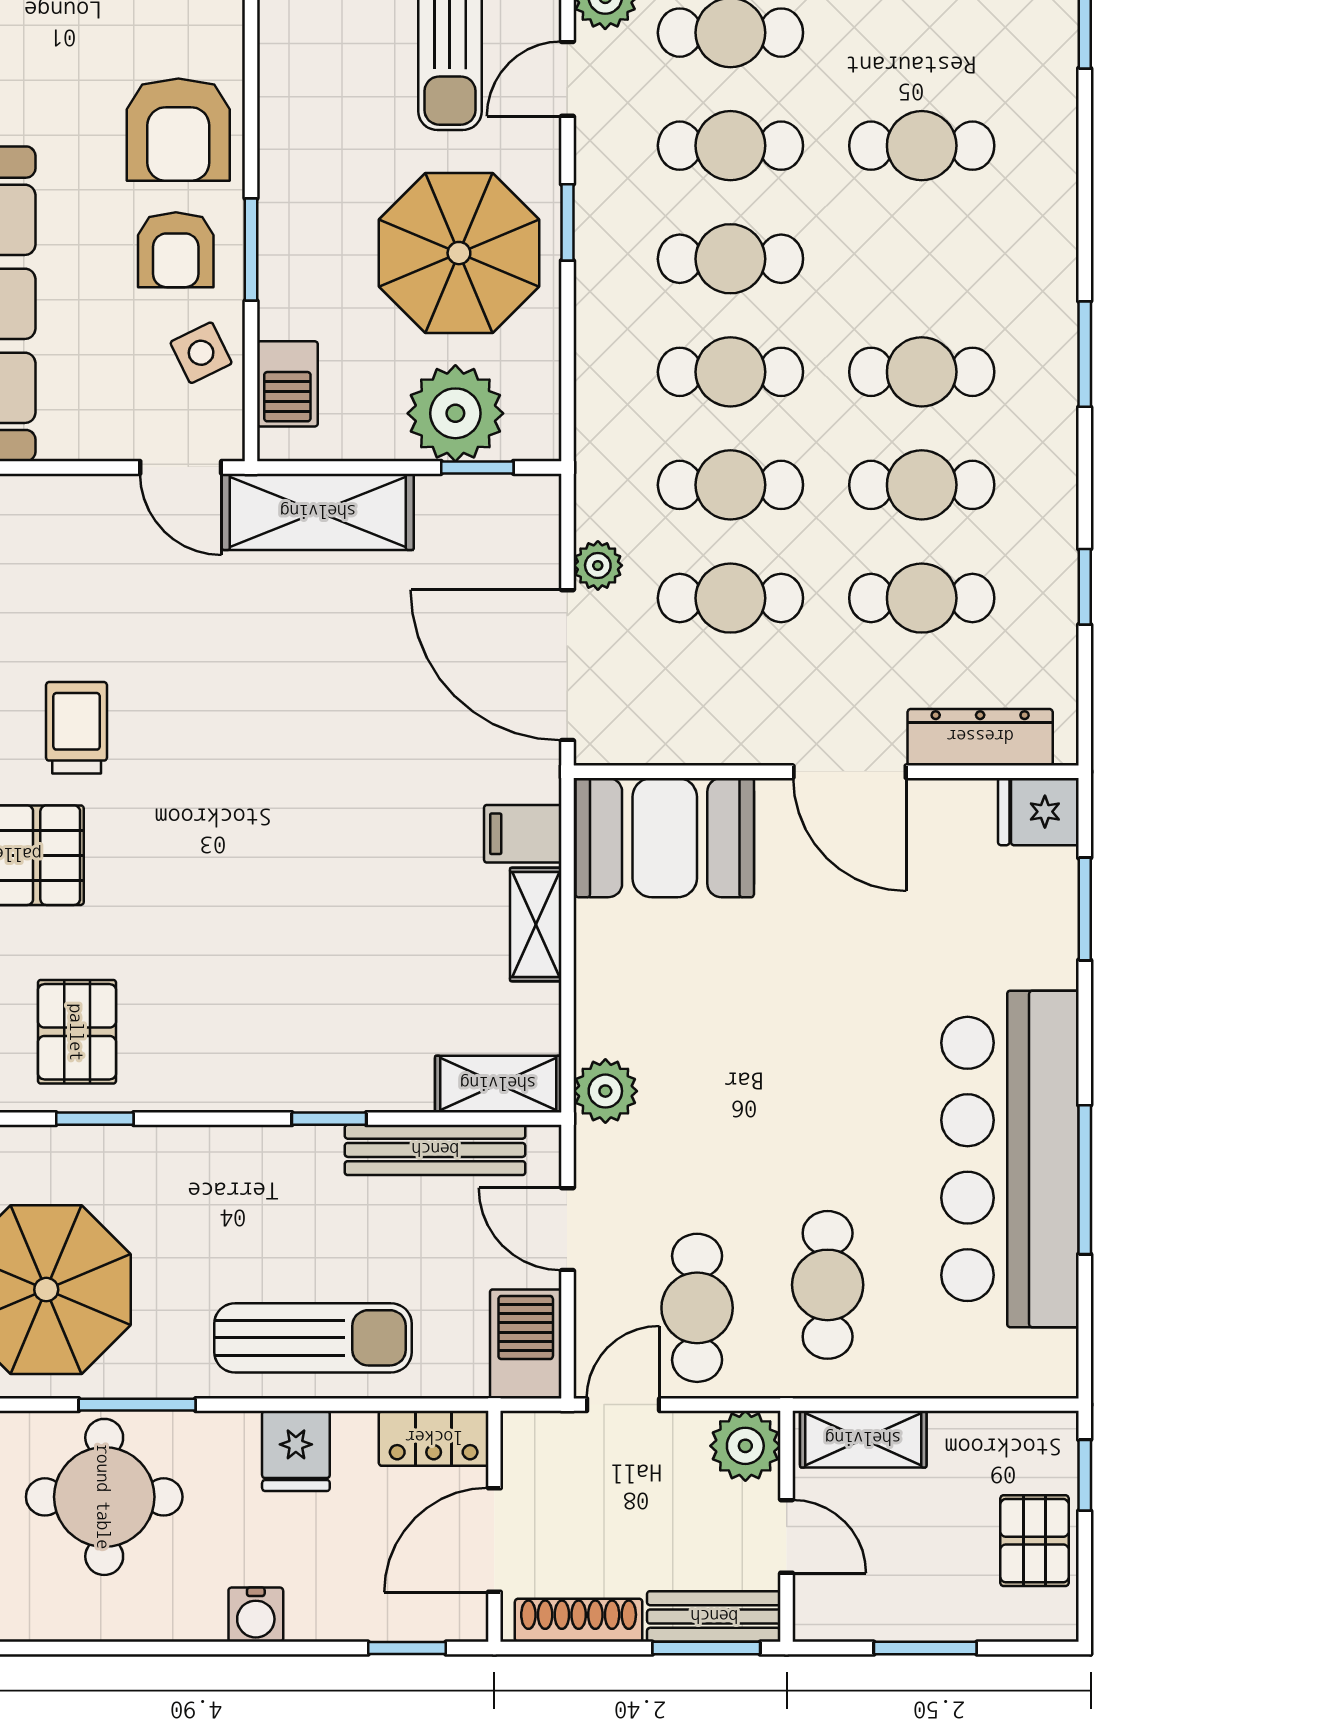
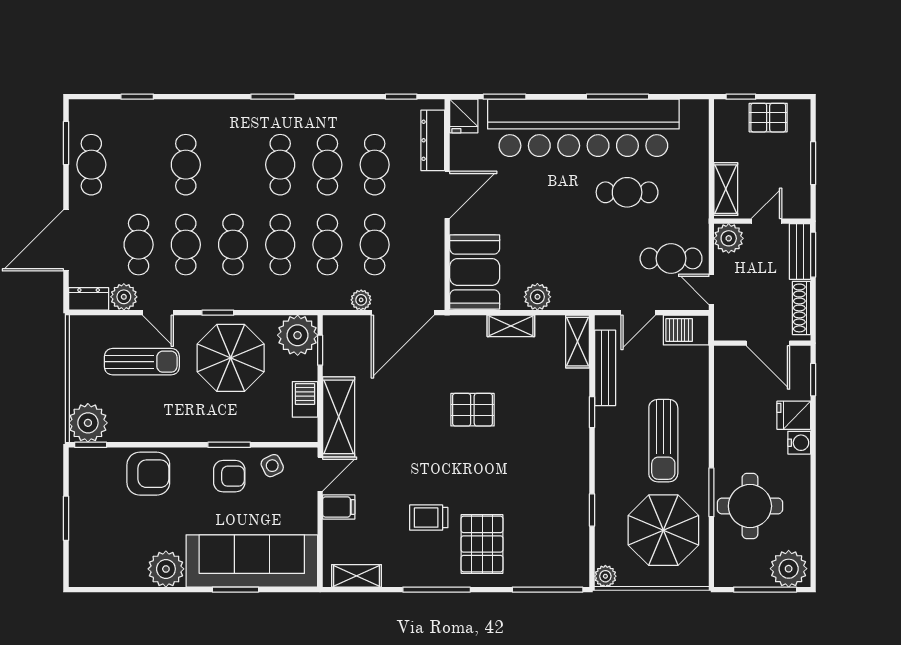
armchair: (178, 130) -> (148, 474), moved
barbecue: (287, 384) -> (305, 399), moved, turned -90
plant: (455, 413) -> (298, 335), moved
window: (1085, 587) -> (401, 97), moved
filing cabinet: (523, 834) -> (339, 507), moved, turned -90
pallet: (77, 1032) -> (472, 410), moved
plant: (605, 1091) -> (537, 297), moved
bar counter: (1010, 1159) -> (583, 128), width x1.36
cafe table: (828, 1285) -> (627, 192), moved
sun lounger: (313, 1338) -> (663, 441), moved, turned 180
locker: (434, 1438) -> (726, 368), removed
fridge: (296, 1451) -> (794, 415), moved, turned 180

